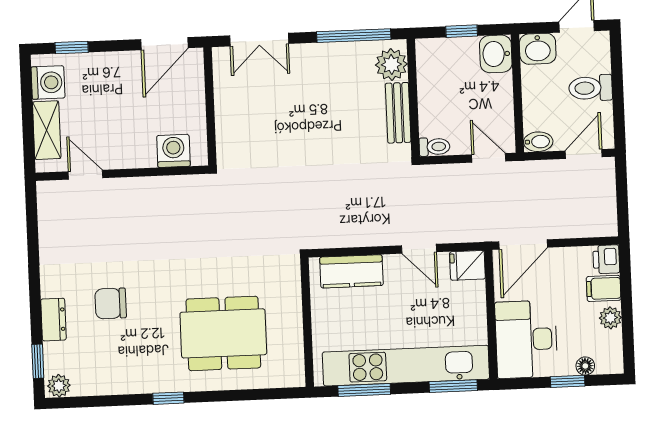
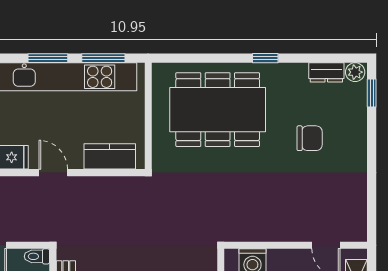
dresser: (53, 320) -> (326, 72), moved, turned -90
dining table: (223, 333) -> (218, 110), width x1.36, depth x1.24
window: (453, 386) -> (48, 58), moved

